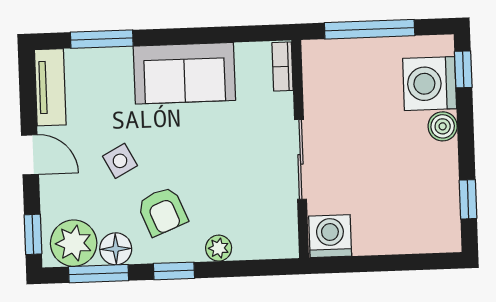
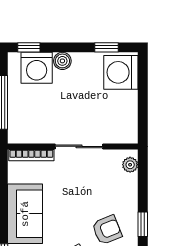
bookcase: (282, 67) -> (31, 155), width x1.56
washing machine: (330, 236) -> (121, 72), moved, width x1.37, depth x1.37
plant: (219, 248) -> (130, 165), moved

